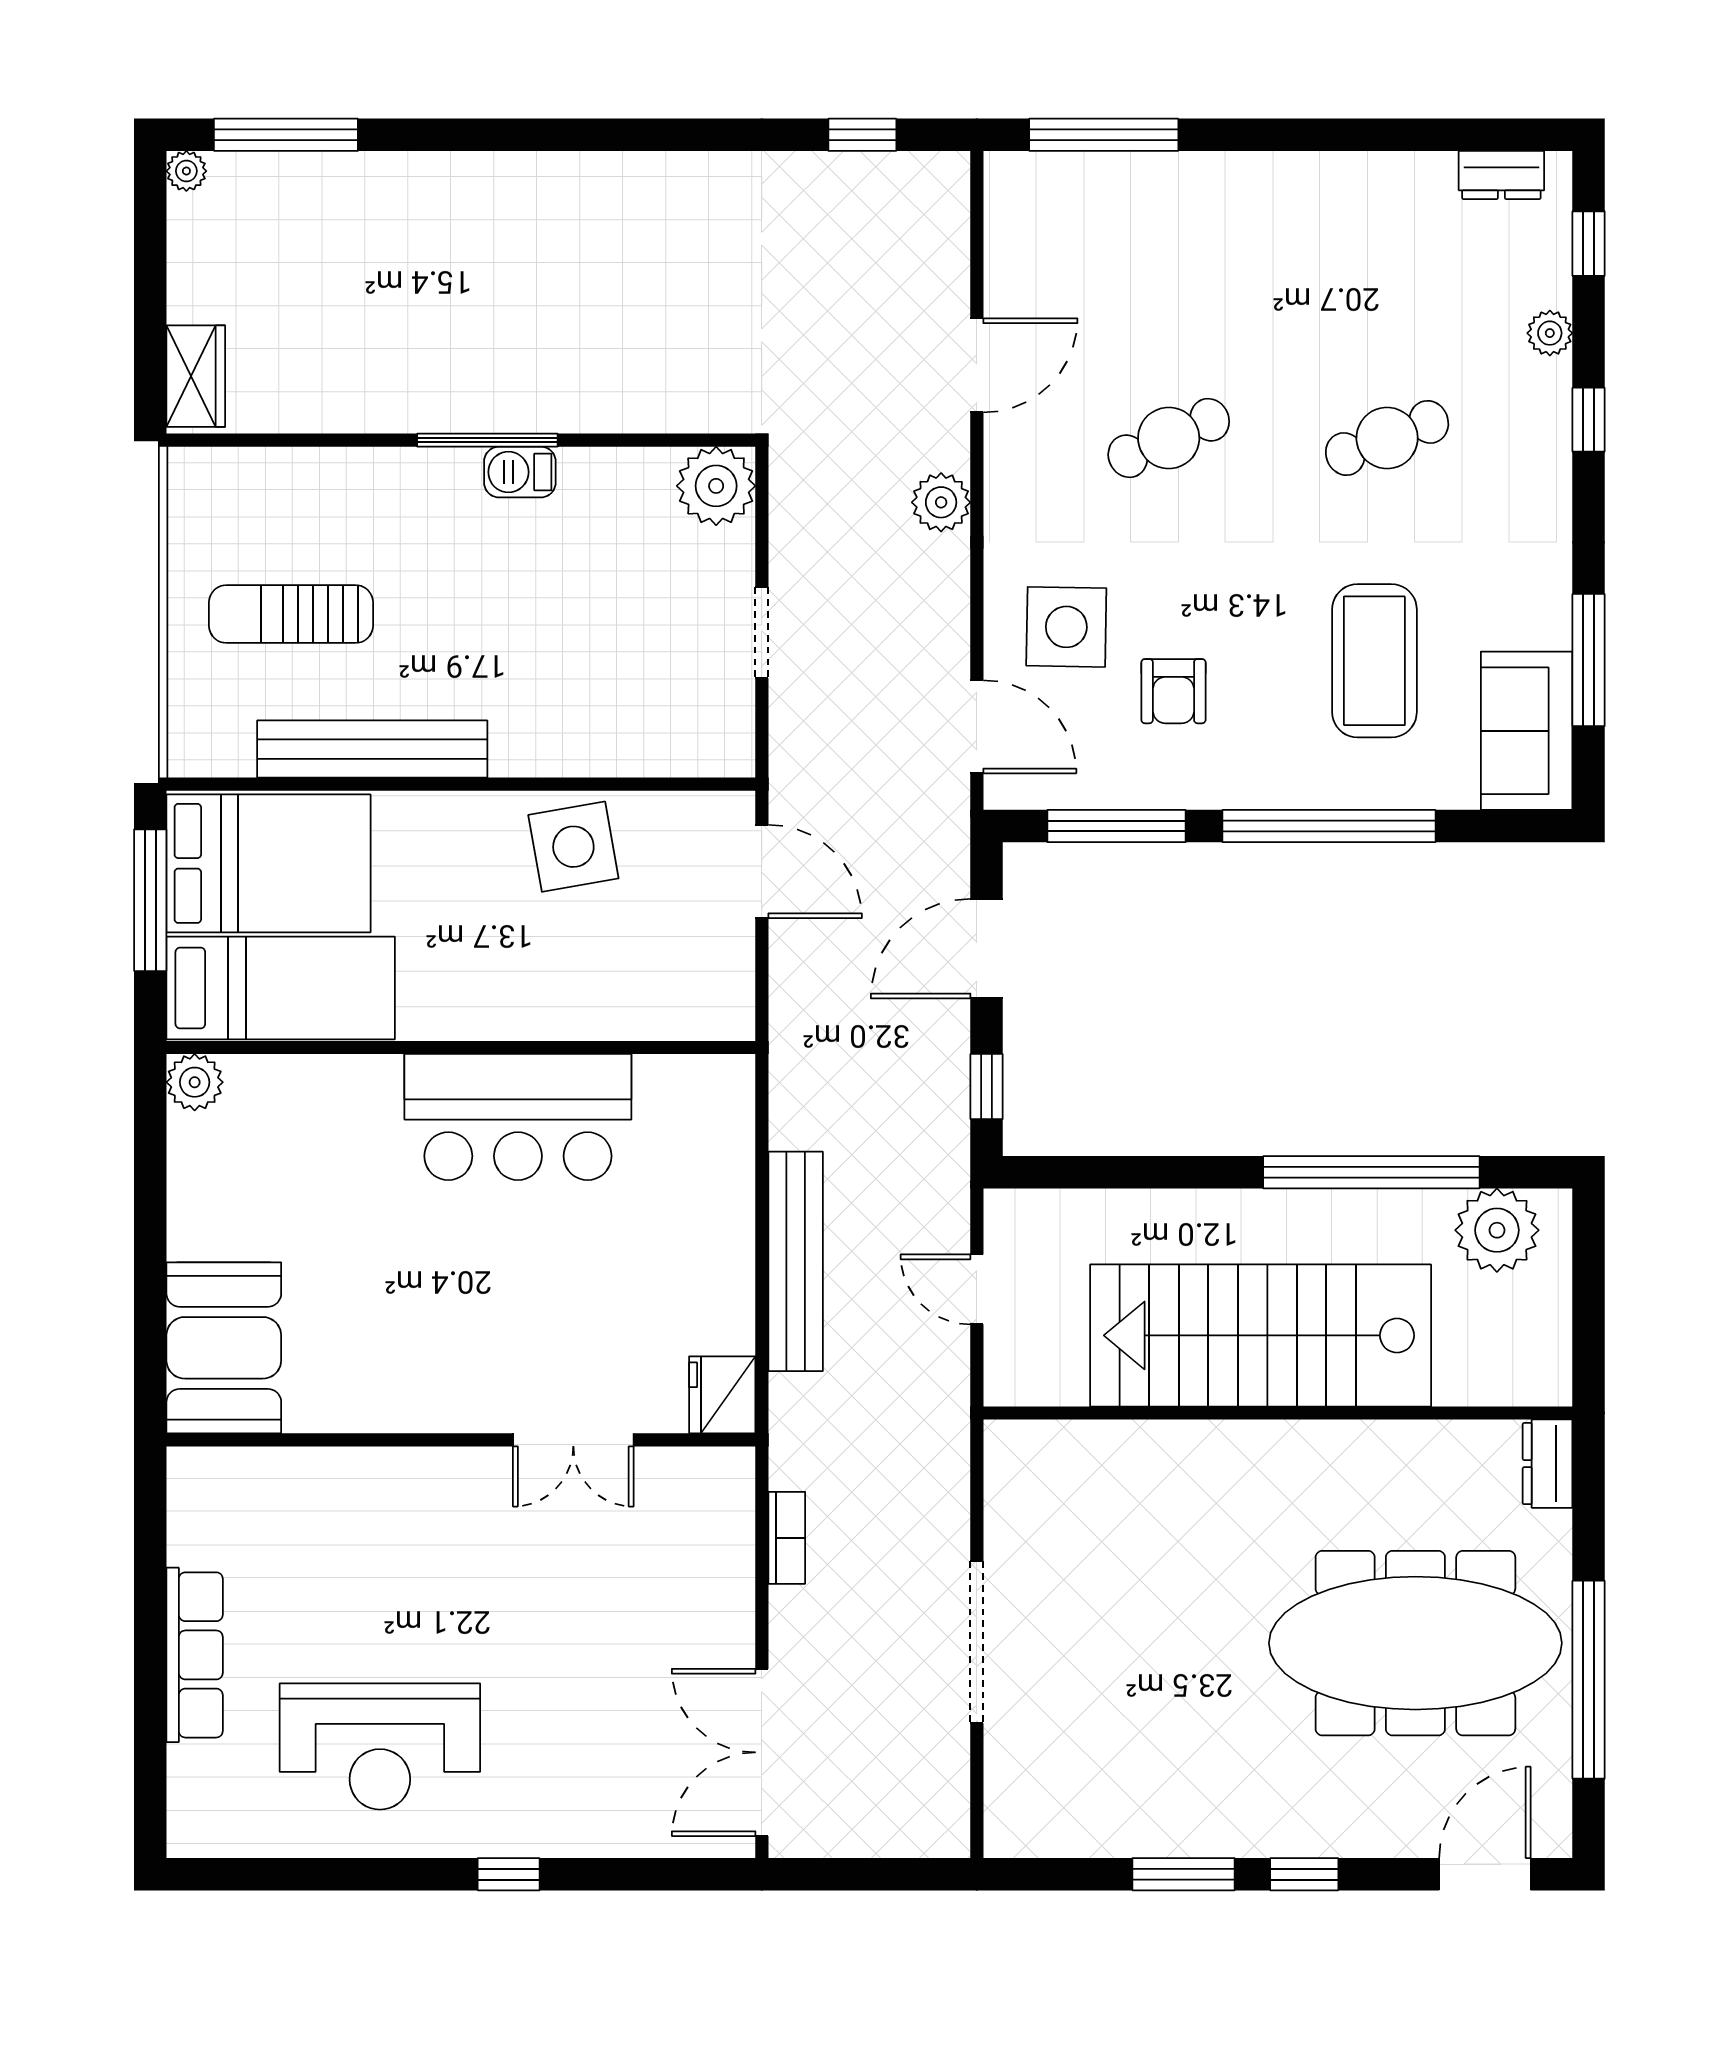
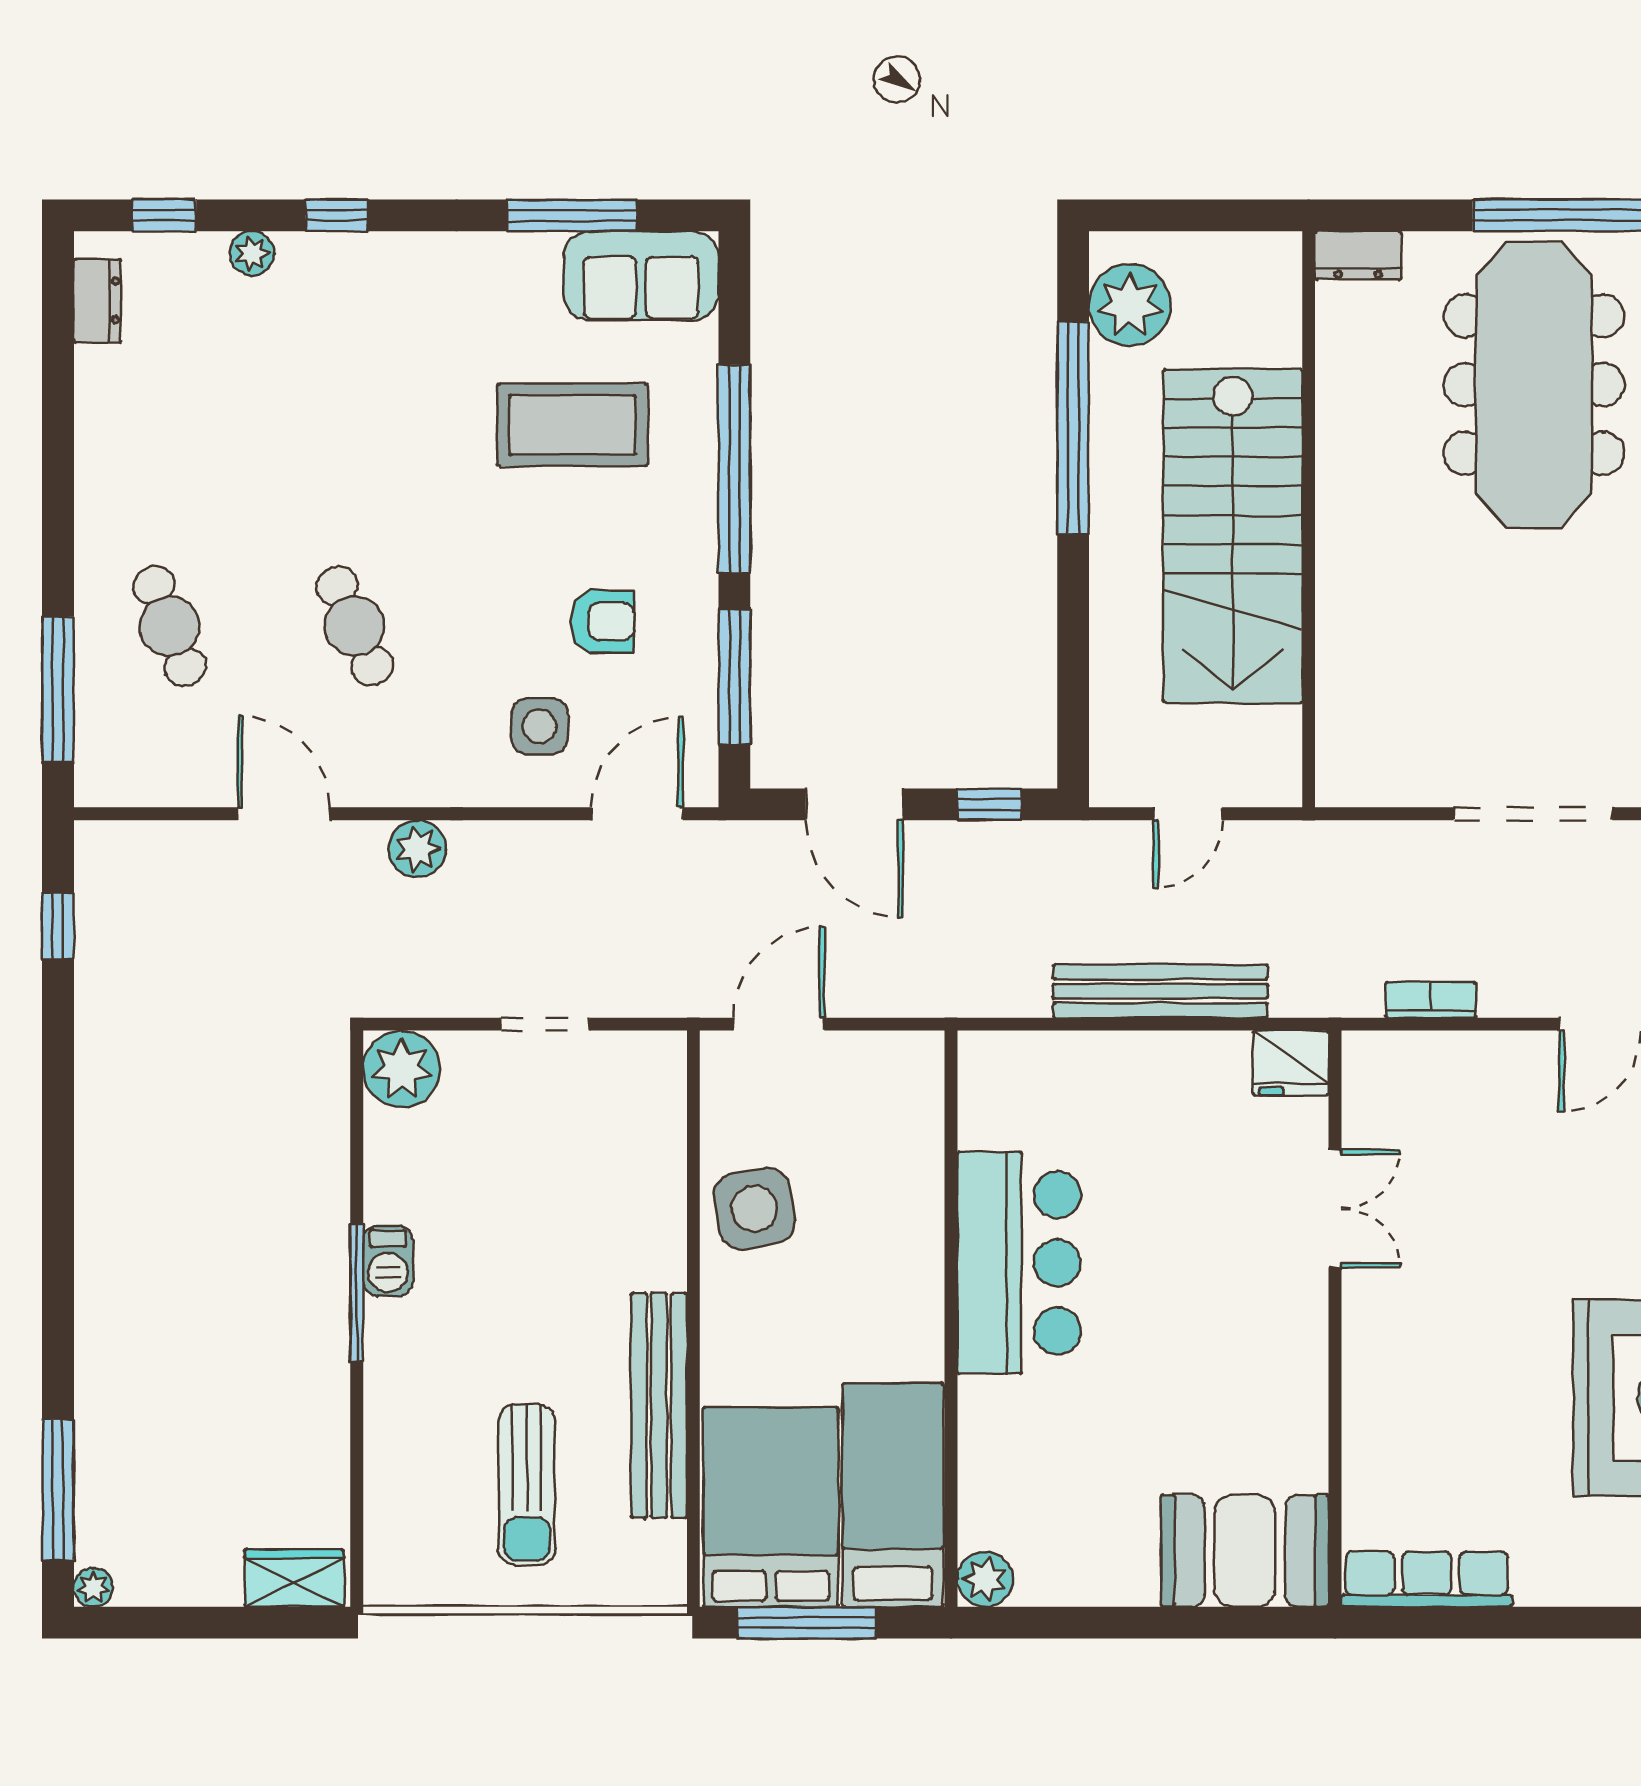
cafe table: (1387, 438) -> (169, 626), moved
side table: (1066, 627) -> (539, 726), width x0.73, depth x0.73
row of seats: (195, 1655) -> (1427, 1579), moved

